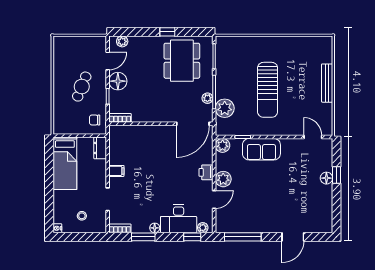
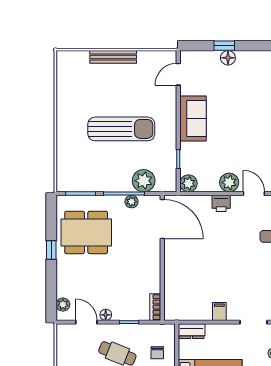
floor lamp: (118, 81) -> (106, 315), width x0.53, depth x0.53
chair: (95, 120) -> (157, 353), moved
sofa: (261, 149) -> (193, 119), moved

